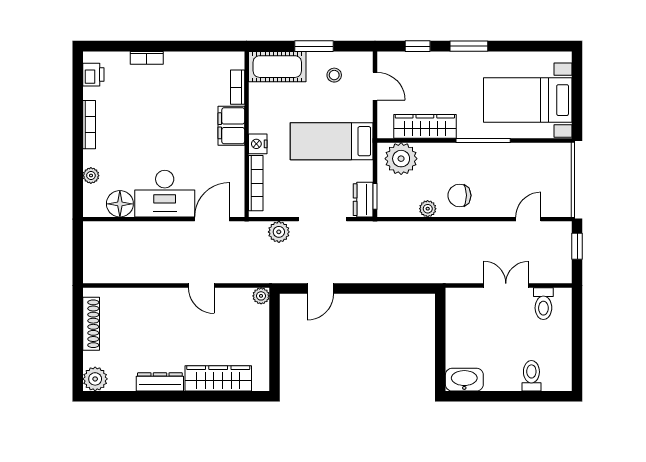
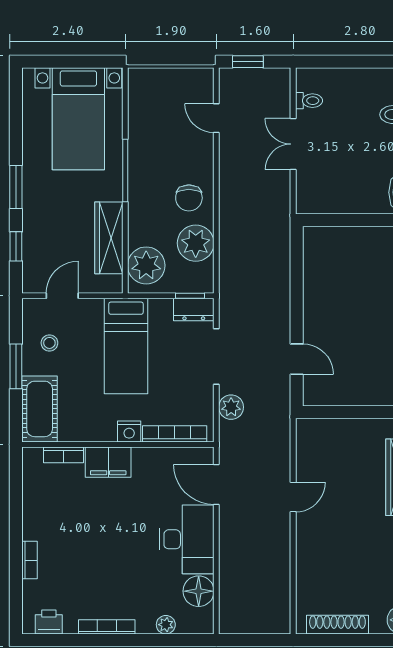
plant: (428, 209) -> (196, 243), width x1.87, depth x1.87
plant: (261, 296) -> (305, 428), removed
toilet: (543, 304) -> (309, 101), width x0.73, depth x0.72

